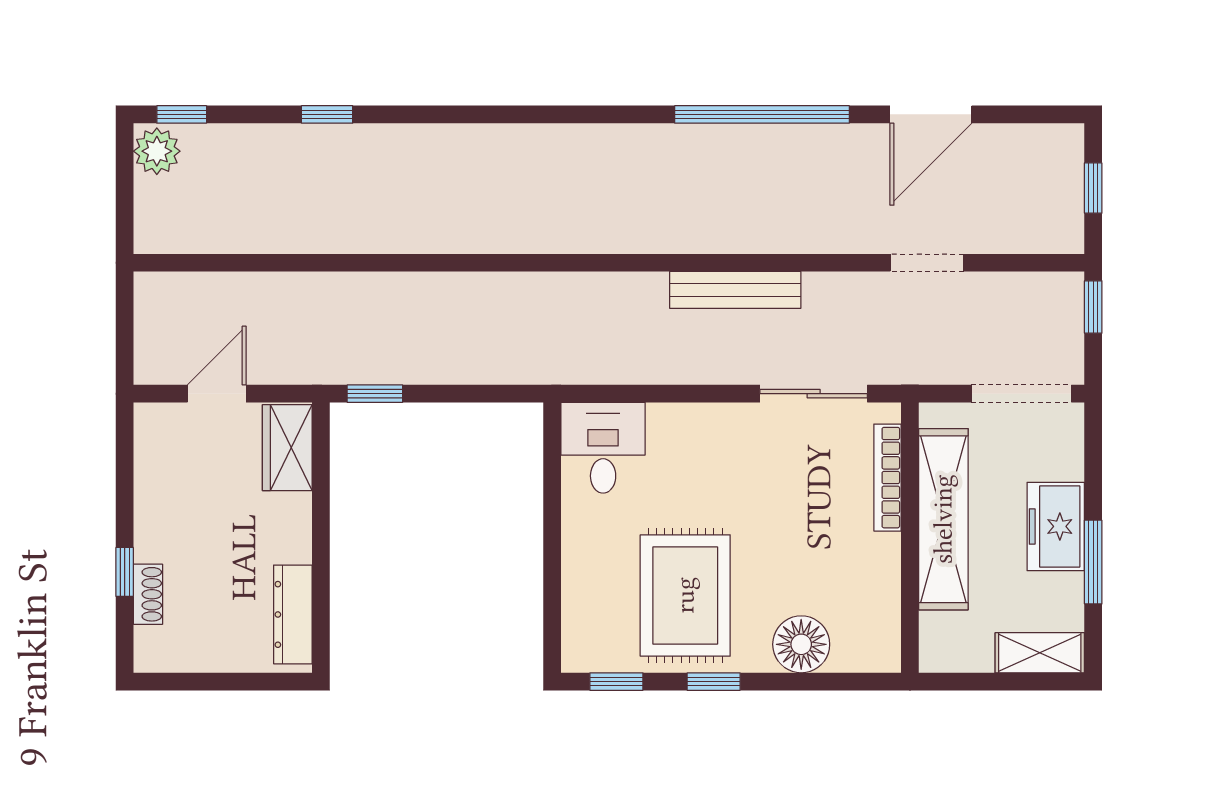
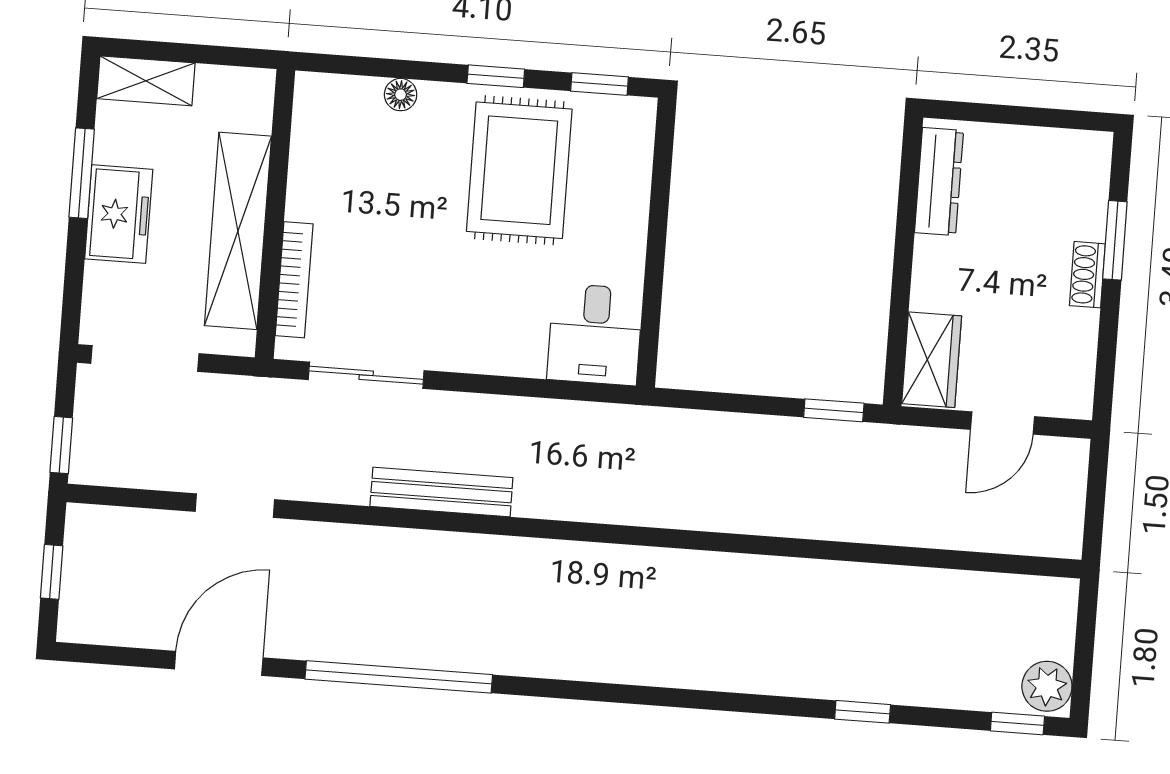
window: (125, 572) -> (1115, 240), width x1.50
shoe rack: (148, 594) -> (1087, 275), moved
floor lamp: (801, 644) -> (401, 95), width x0.53, depth x0.53

